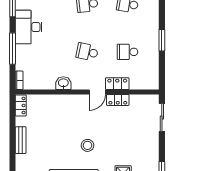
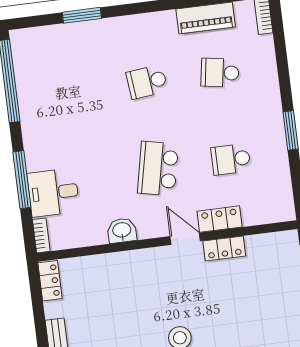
desk: (29, 27) -> (53, 192), moved, width x0.73
school desk: (87, 52) -> (158, 168), width x1.85
door: (97, 92) -> (185, 239), swing flipped

